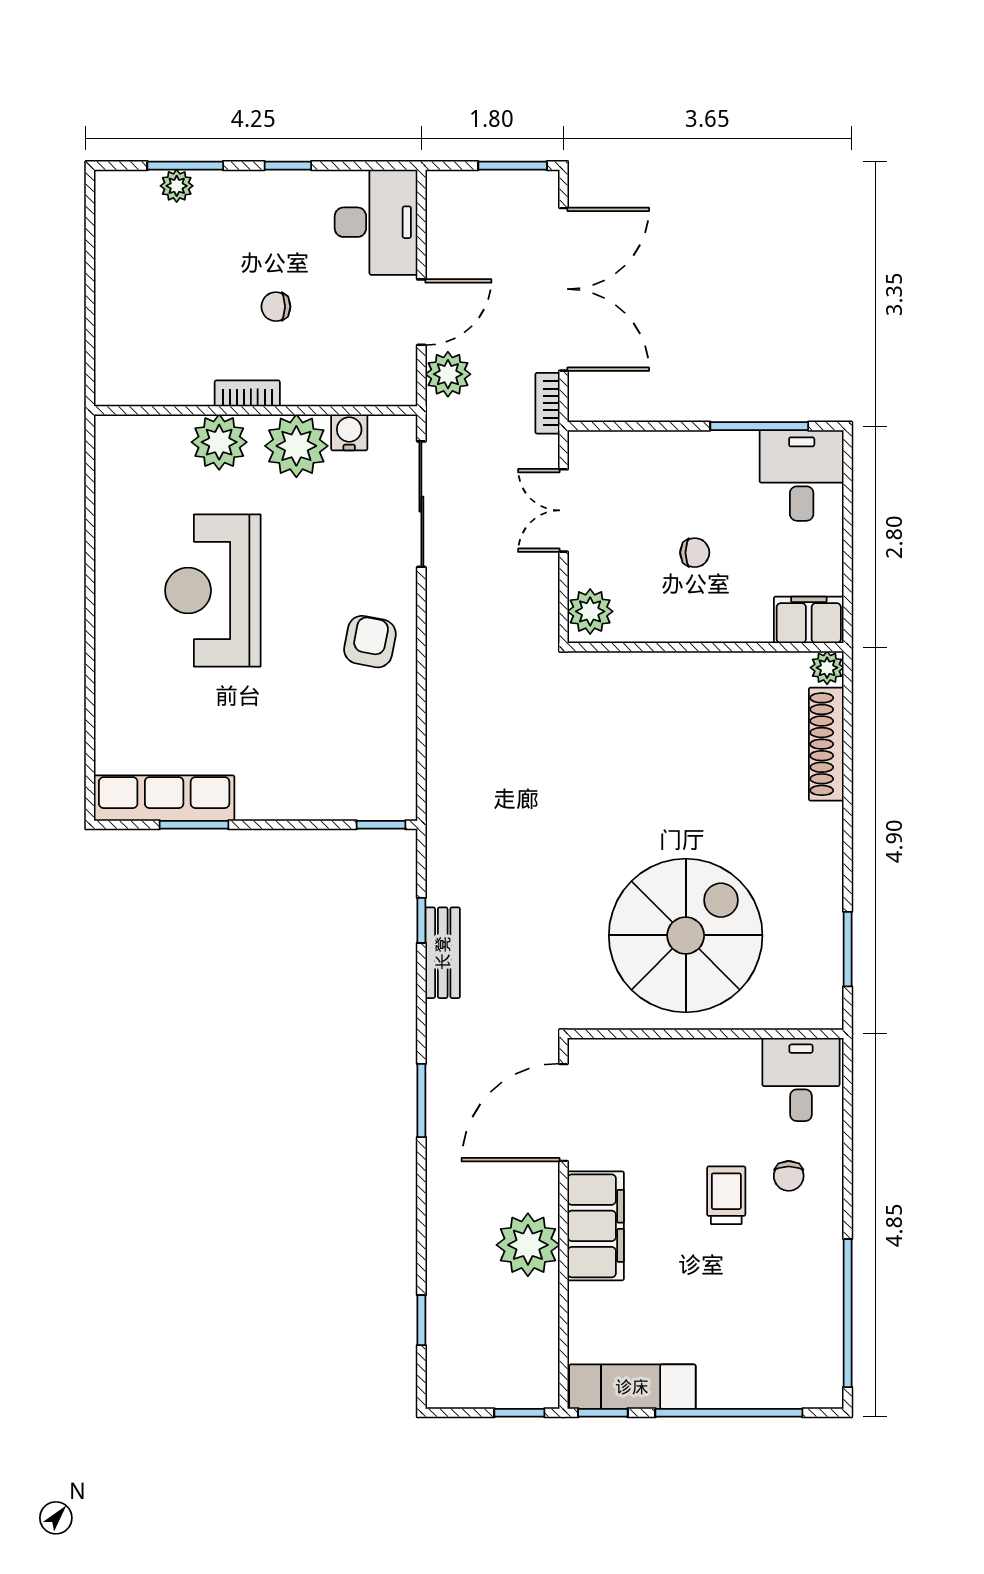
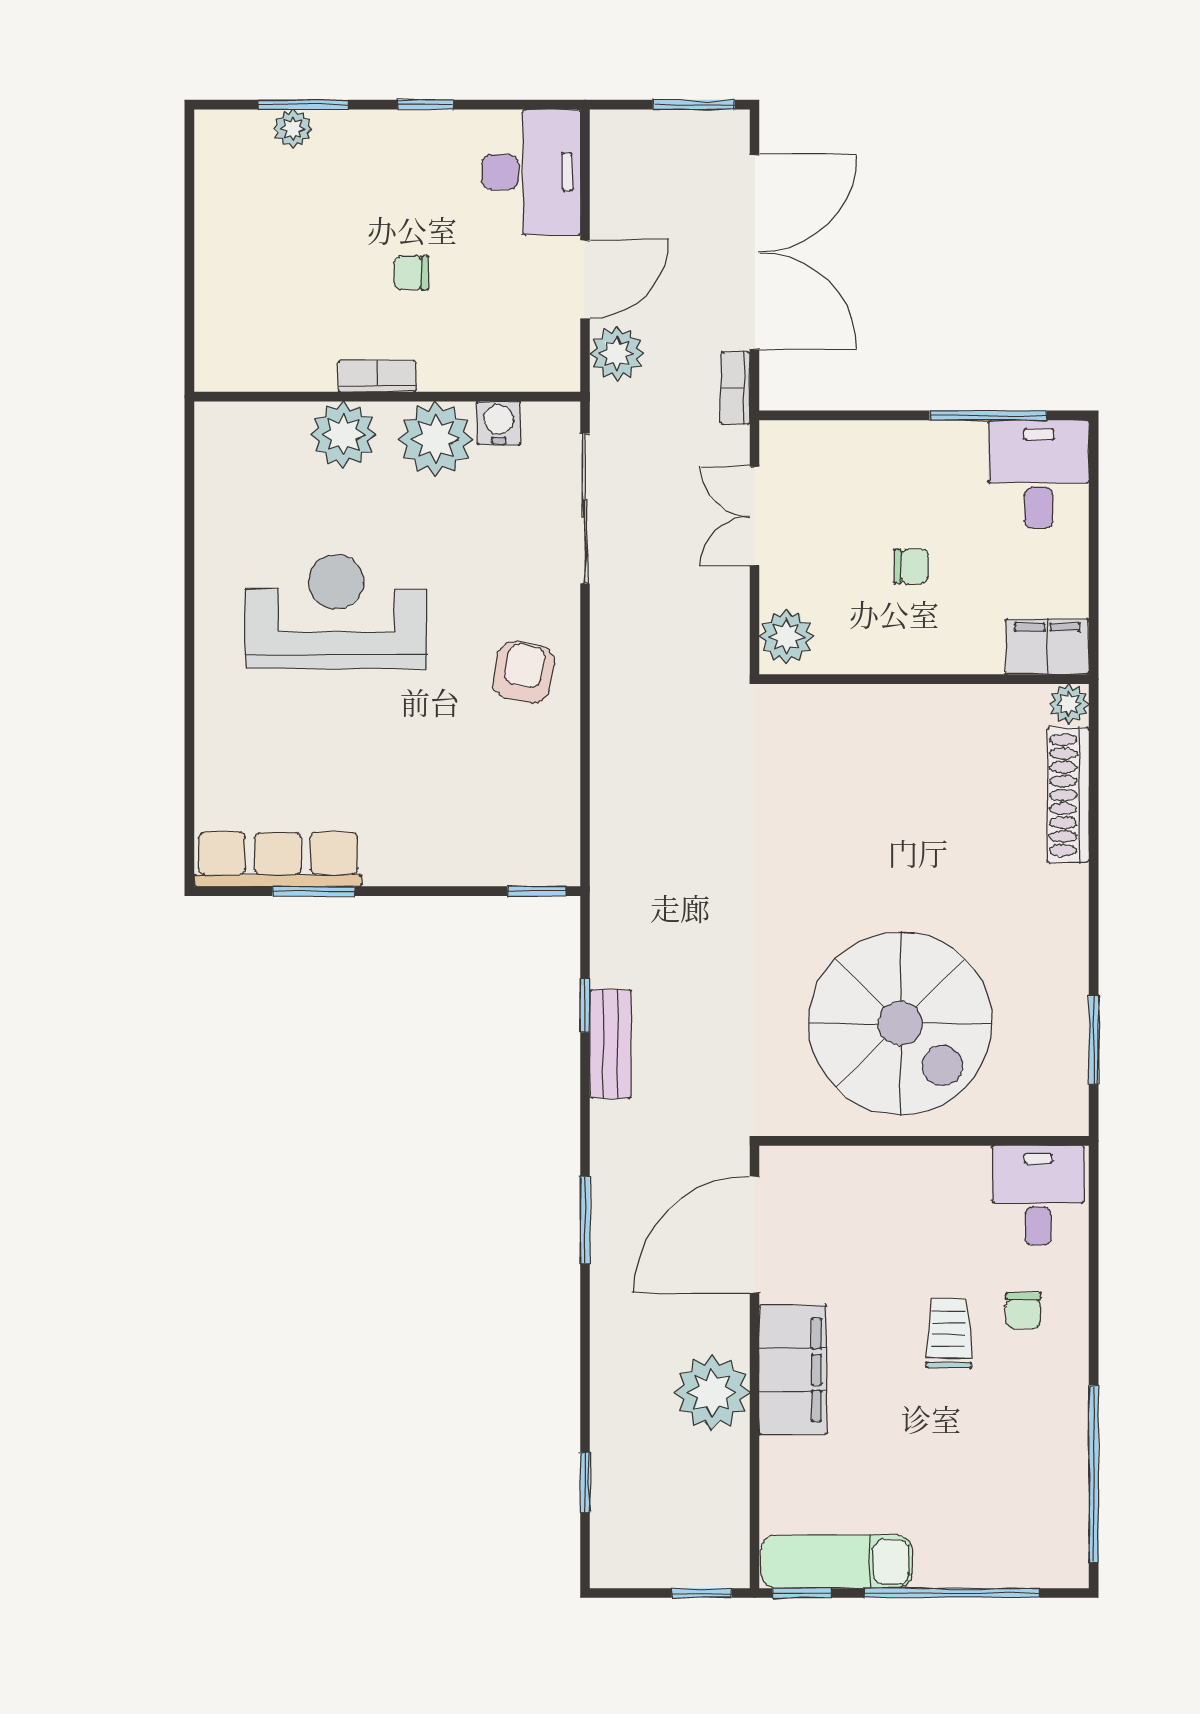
reception desk: (213, 590) -> (336, 612), turned 90
spiral stairs: (686, 935) -> (900, 1023), turned 90

